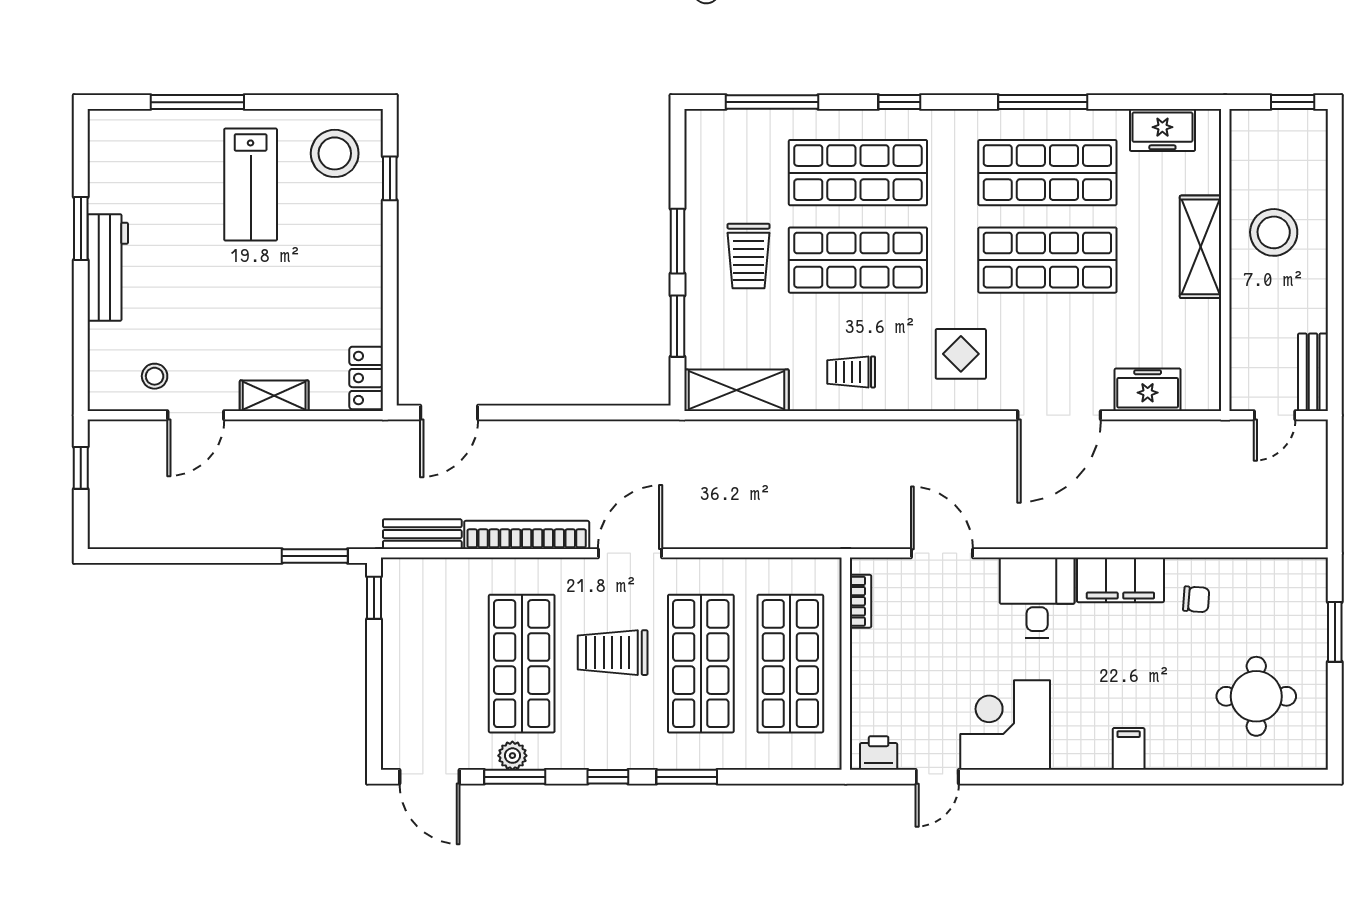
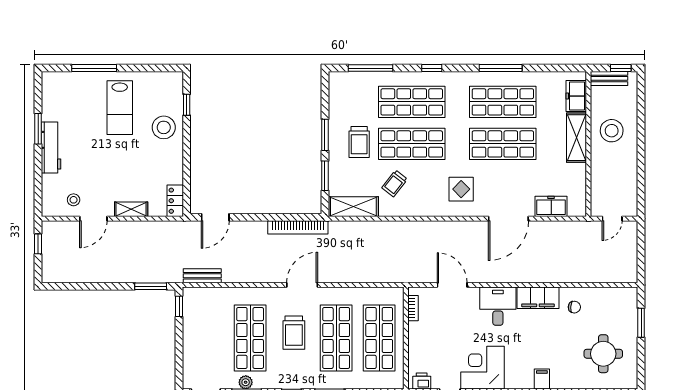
freezer: (1162, 130) -> (576, 96), moved, turned 90
stool: (335, 153) -> (164, 127), moved
trolley: (851, 372) -> (395, 183), moved, turned -52
bench: (1313, 372) -> (609, 78), moved, turned 90
bookcase: (527, 535) -> (298, 227), moved, turned 180
trolley: (613, 653) -> (294, 333), turned -90

